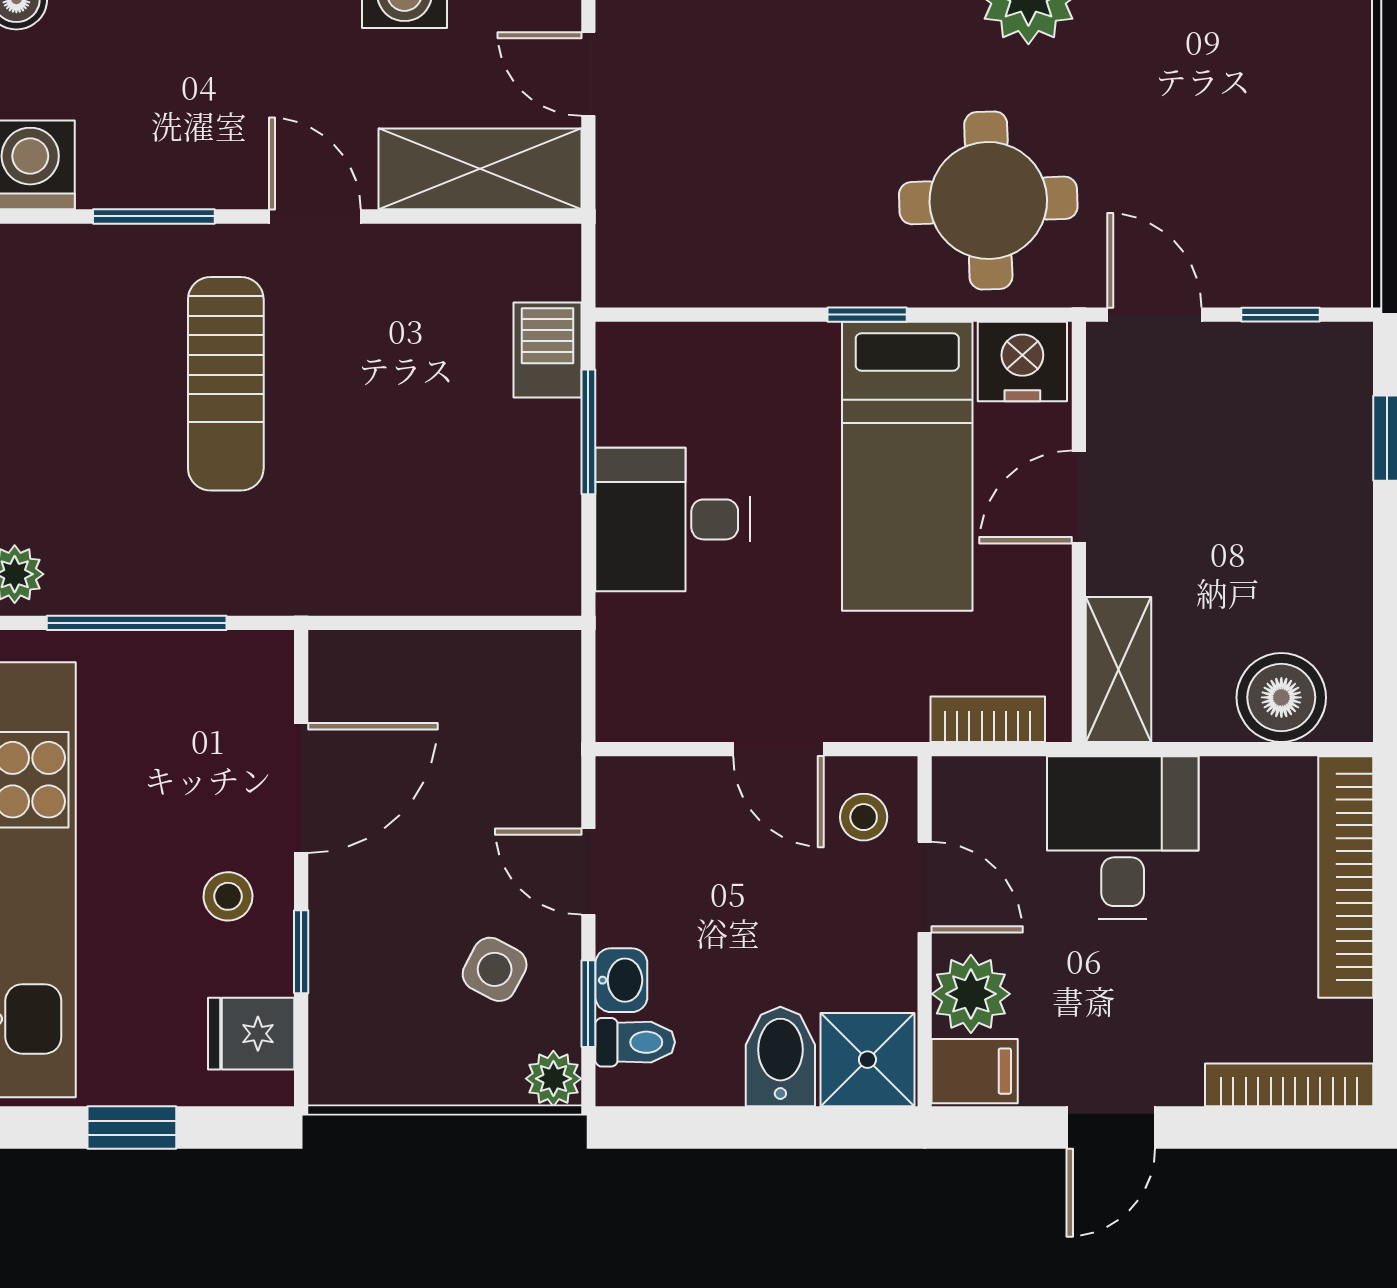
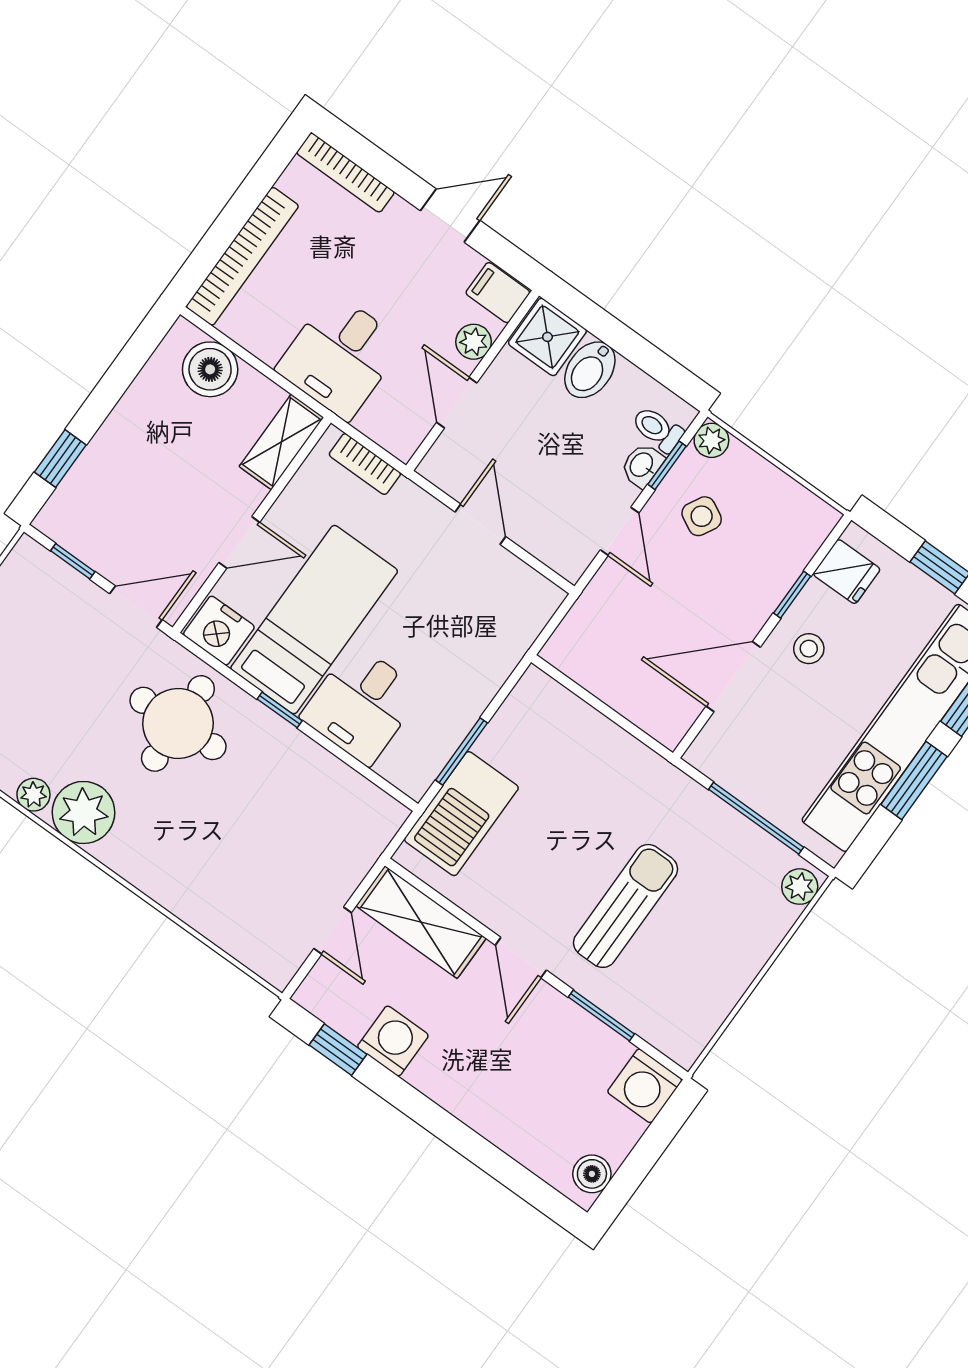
door: (1154, 315) -> (136, 607), swing flipped
barbecue: (547, 350) -> (461, 814), width x1.88, depth x1.53
desk: (673, 519) -> (361, 704), moved, turned 90
stool: (864, 817) -> (462, 460), removed
plant: (971, 994) -> (474, 342), width x0.73, depth x0.73

